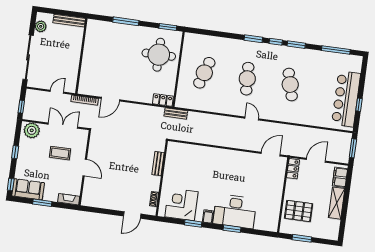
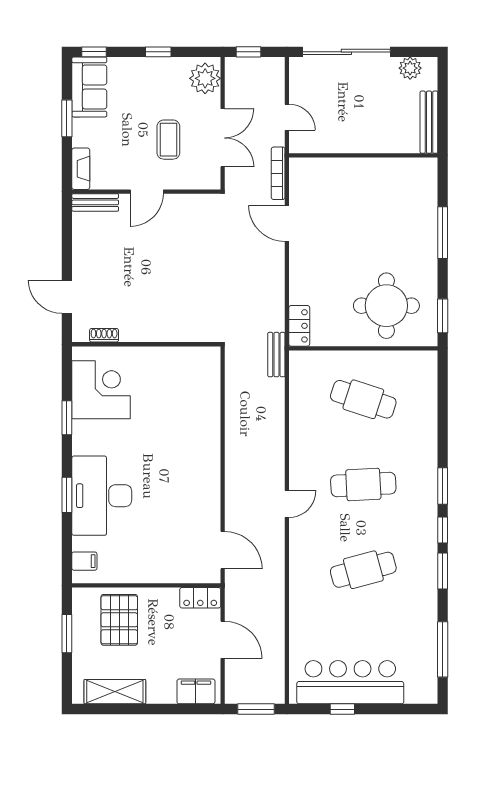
bench: (158, 164) -> (95, 202), moved
shelving: (337, 203) -> (115, 692), moved
filing cabinet: (208, 216) -> (84, 561), moved

